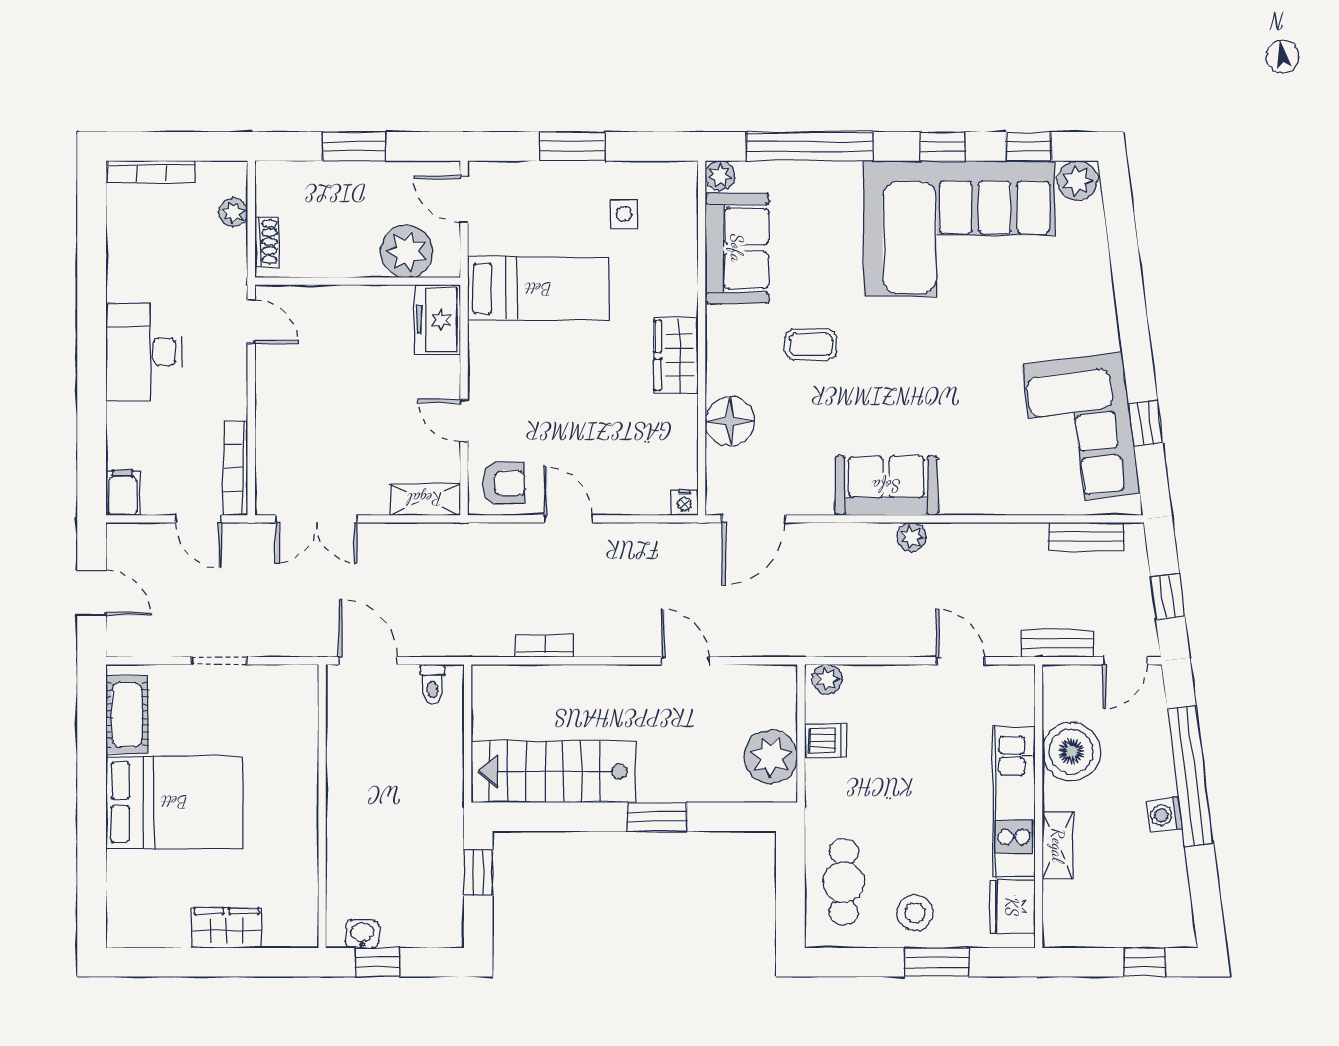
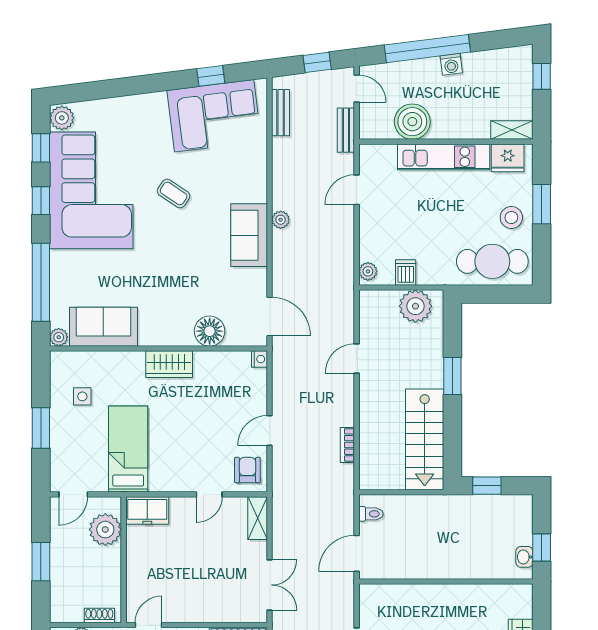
coffee table: (811, 344) -> (174, 193), moved, turned -56
shelving: (1058, 845) -> (512, 130), moved
cafe table: (844, 882) -> (492, 261), width x1.37, depth x1.35

